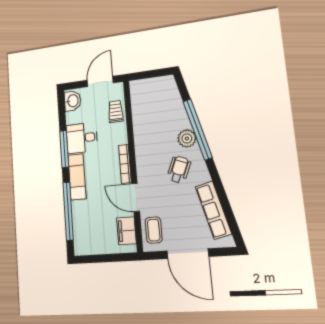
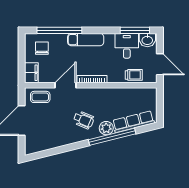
desk: (82, 138) -> (127, 46), moved
window: (64, 149) -> (135, 30), moved
row of seats: (213, 210) -> (133, 122), moved
filing cabinet: (126, 231) -> (31, 73), moved, turned 90
chair: (91, 232) -> (42, 48), added

